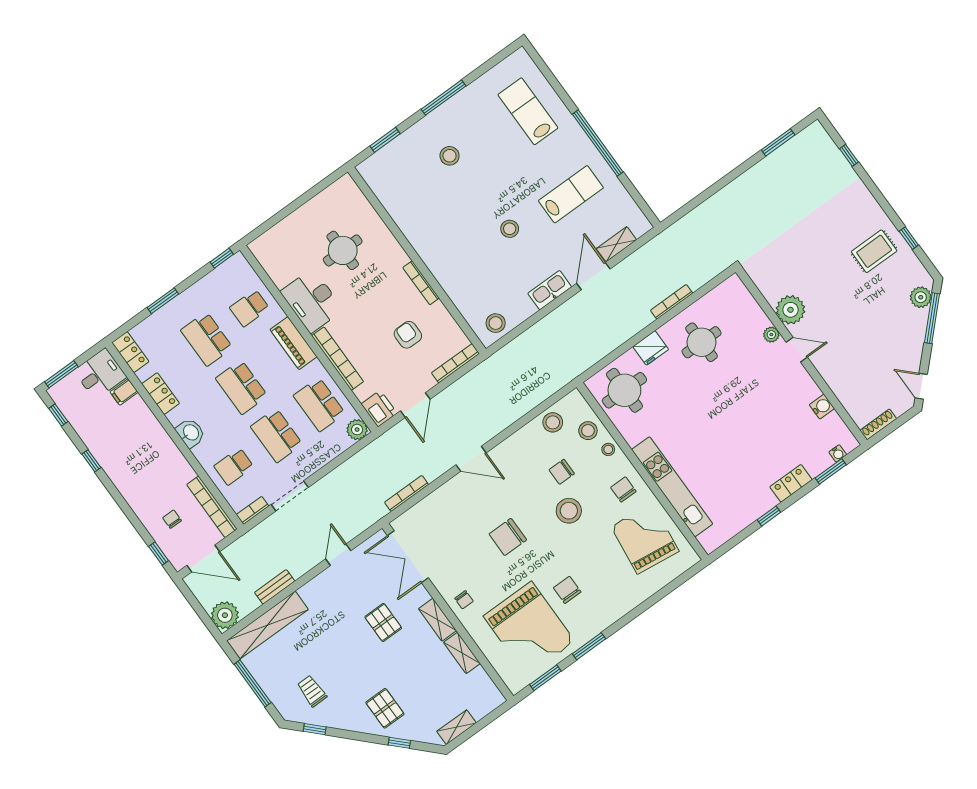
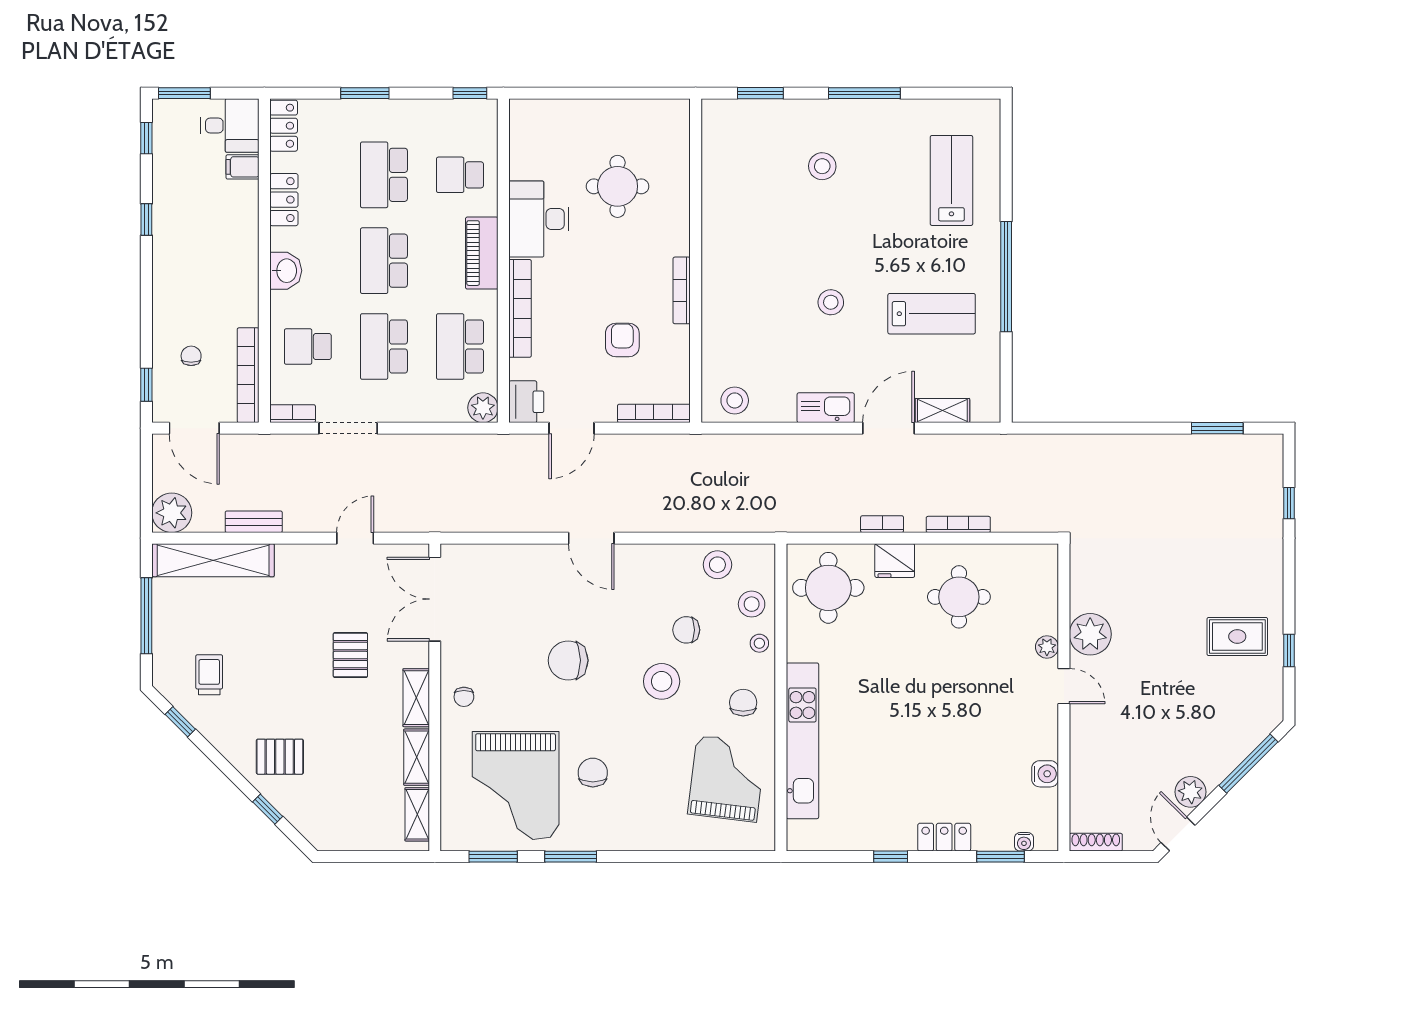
plant: (921, 297) -> (1191, 792), moved
bookcase: (407, 493) -> (882, 524), moved, width x0.64
pallet: (385, 708) -> (280, 757), turned 90
shelving: (456, 727) -> (417, 814), moved, turned 90

